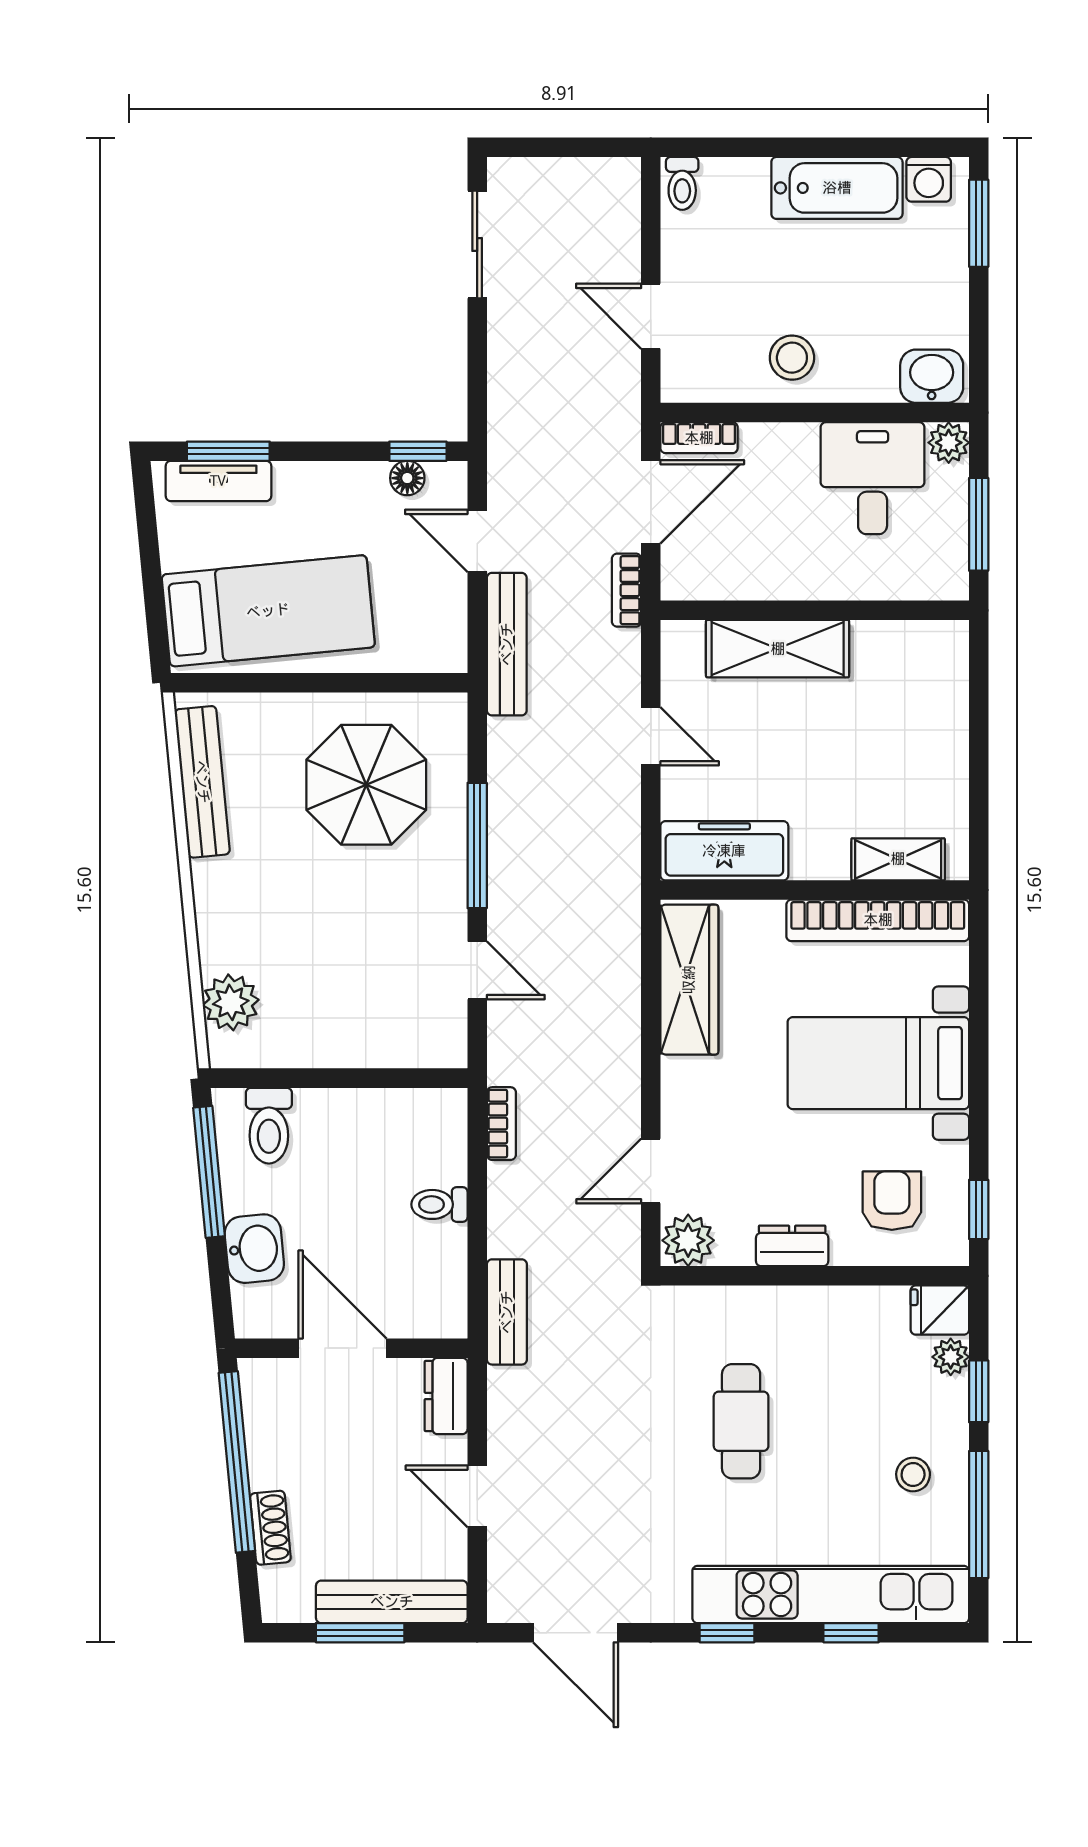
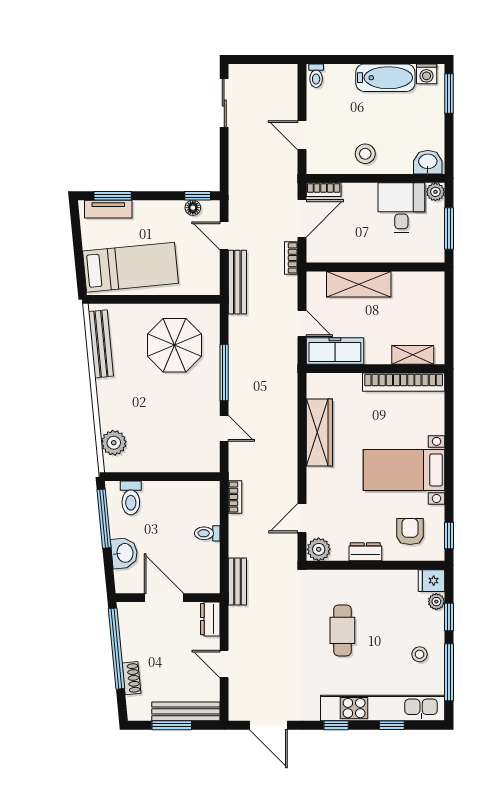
freezer: (724, 851) -> (335, 351), moved
shelving: (898, 859) -> (413, 355), moved
wall: (815, 890) -> (375, 369), moved
bookcase: (878, 920) -> (404, 382), moved

